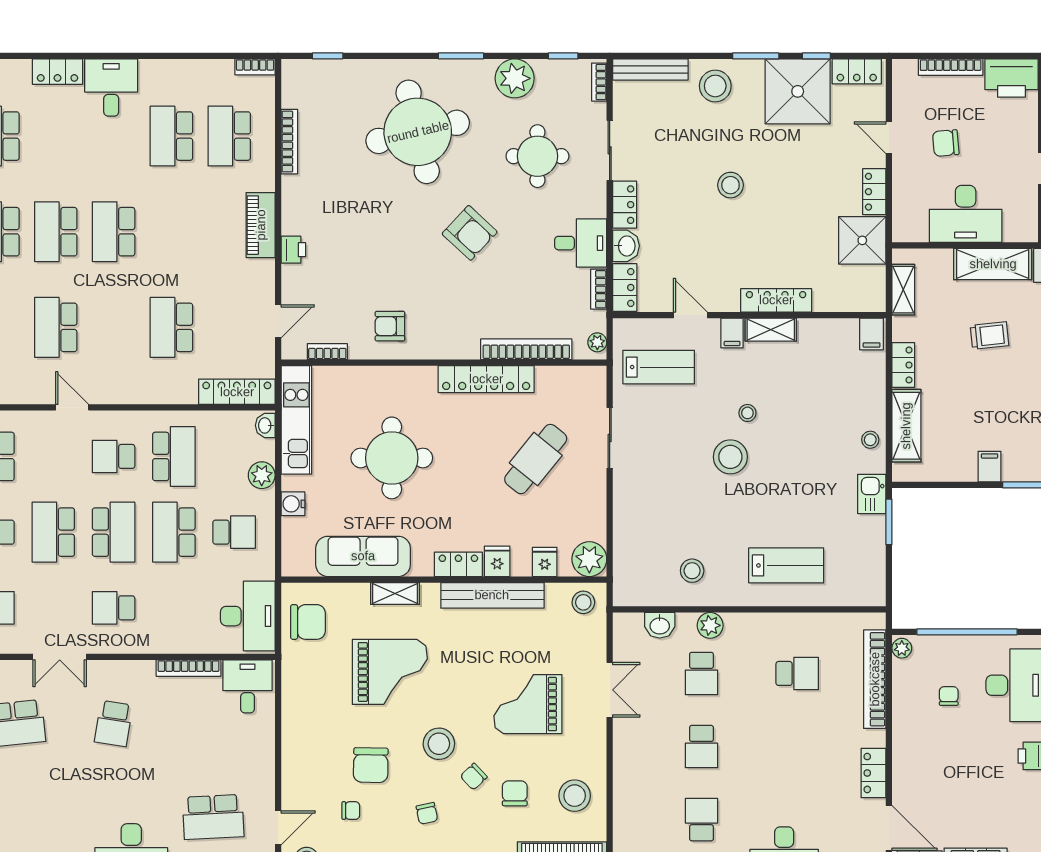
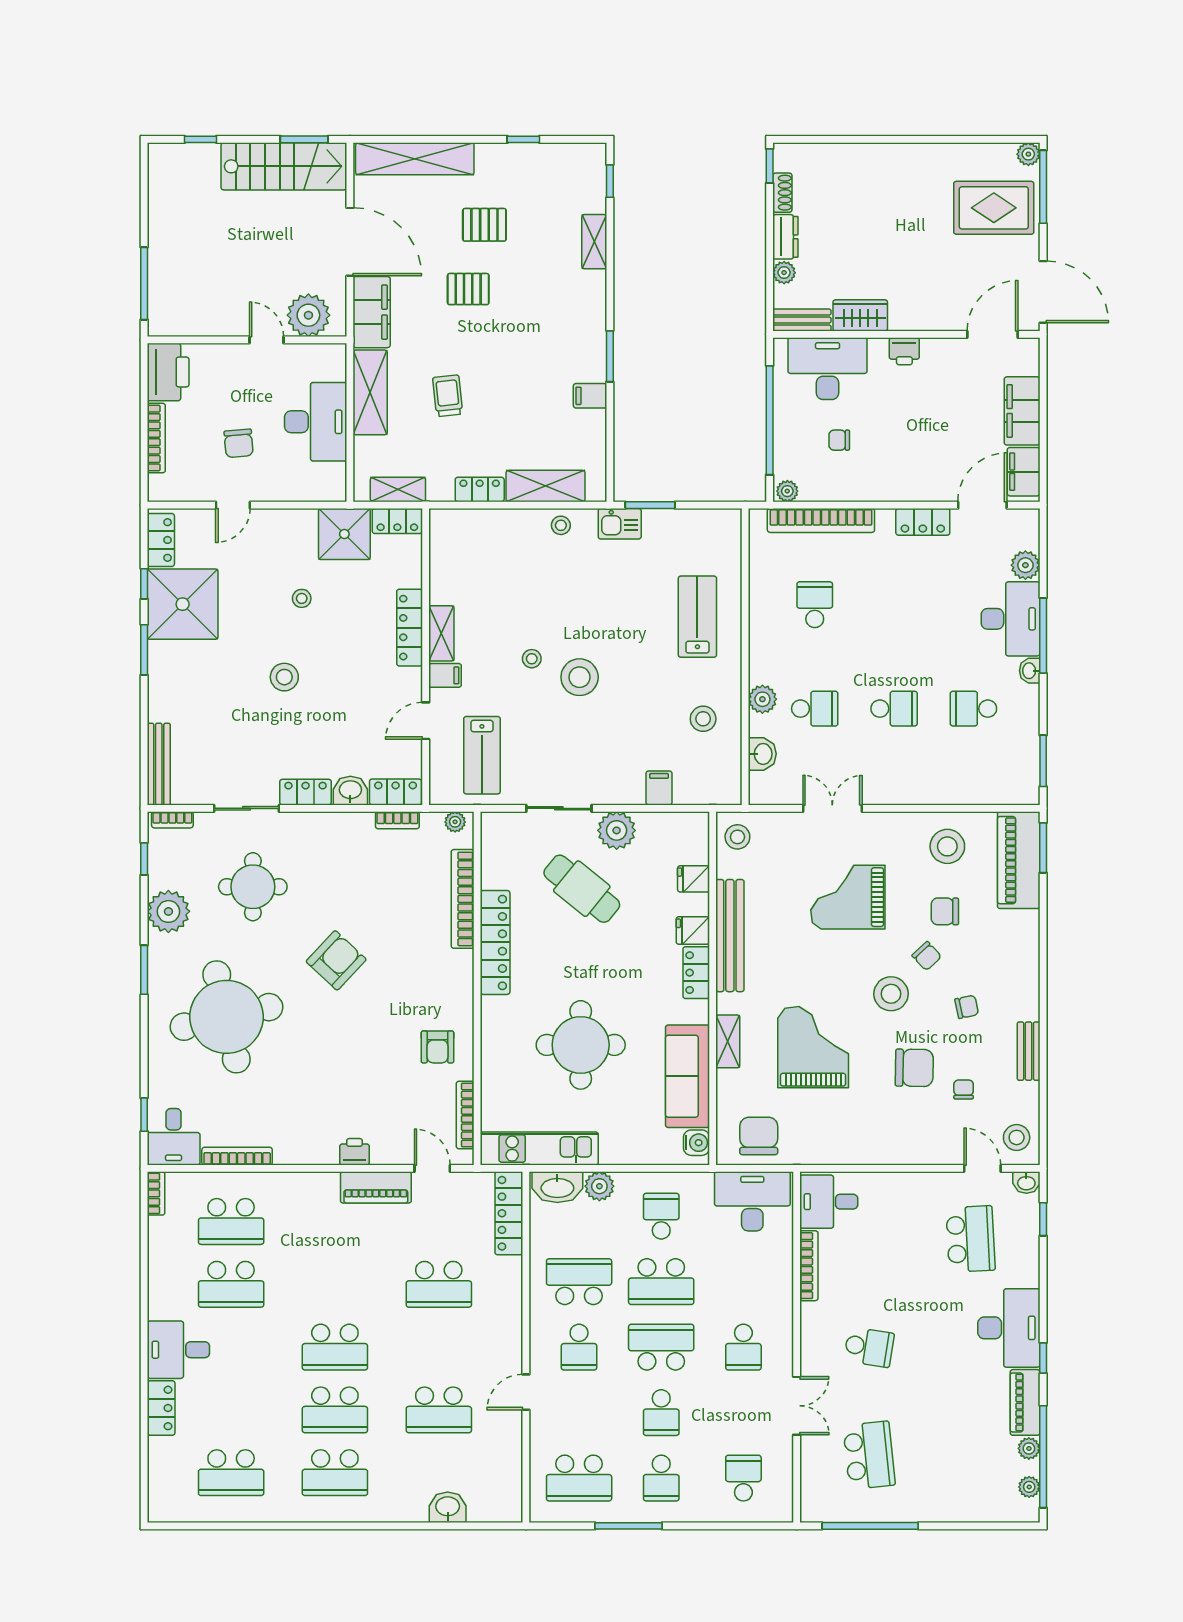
stool: (715, 86) -> (302, 598), moved, width x0.53, depth x0.53
locker: (874, 192) -> (397, 521), moved
piano: (261, 225) -> (376, 1187), moved
desk: (581, 243) -> (174, 1137), moved, turned 180
filing cabinet: (872, 334) -> (659, 788), moved, turned -90
bookcase: (327, 352) -> (465, 1115), width x1.56
lab bench: (659, 367) -> (482, 755), turned 180
washbasin: (265, 425) -> (557, 1187), width x1.91, depth x1.45
water cooler: (293, 504) -> (697, 1143), moved, turned -90
school desk: (53, 532) -> (661, 1413), width x0.54
plant: (589, 559) -> (617, 830), moved
grand piano: (528, 704) -> (848, 897), turned 90

